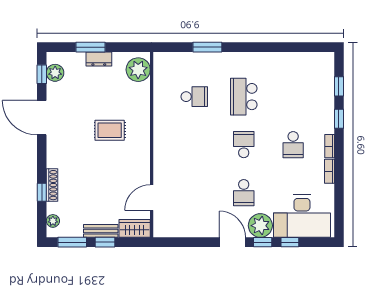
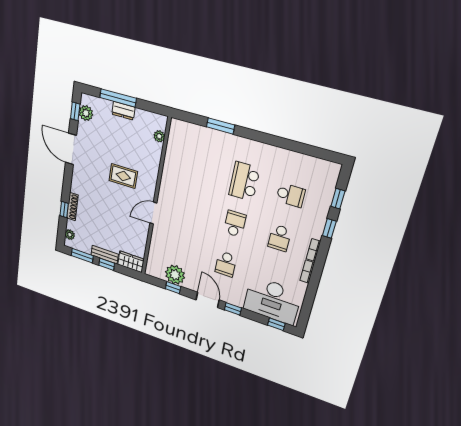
window: (91, 47) -> (118, 98), width x1.44
plant: (138, 70) -> (159, 136), width x0.53, depth x0.53
school desk: (194, 97) -> (291, 195), moved
door: (152, 198) -> (153, 213), moved
plant: (260, 226) -> (175, 275), moved
window: (190, 242) -> (173, 288), added
window: (290, 242) -> (276, 324), moved

